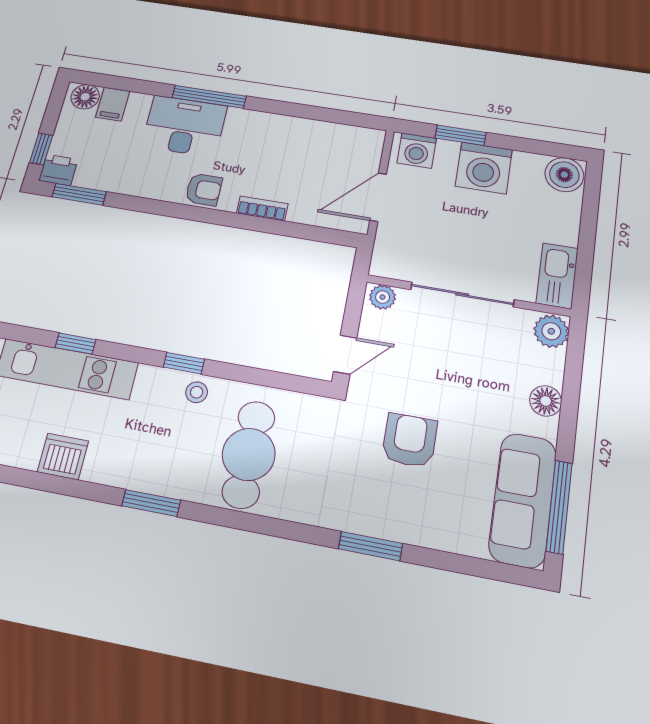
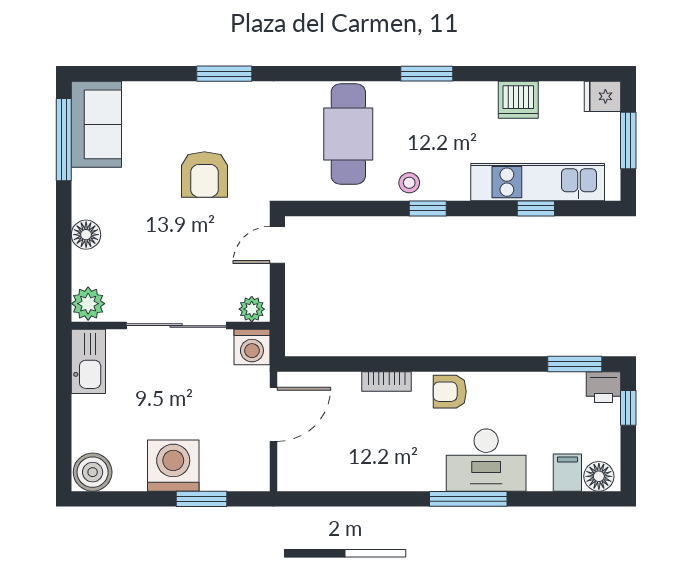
washing machine: (417, 151) -> (252, 347), moved, turned 180
sofa: (523, 500) -> (96, 124), width x0.73

